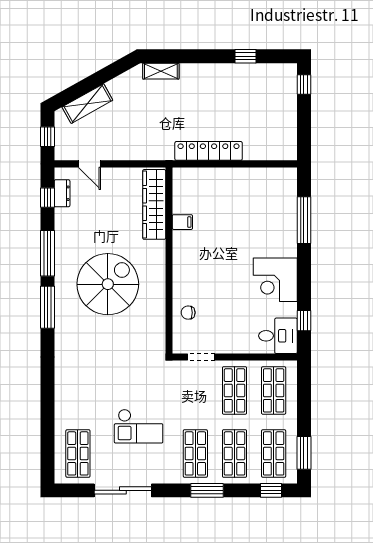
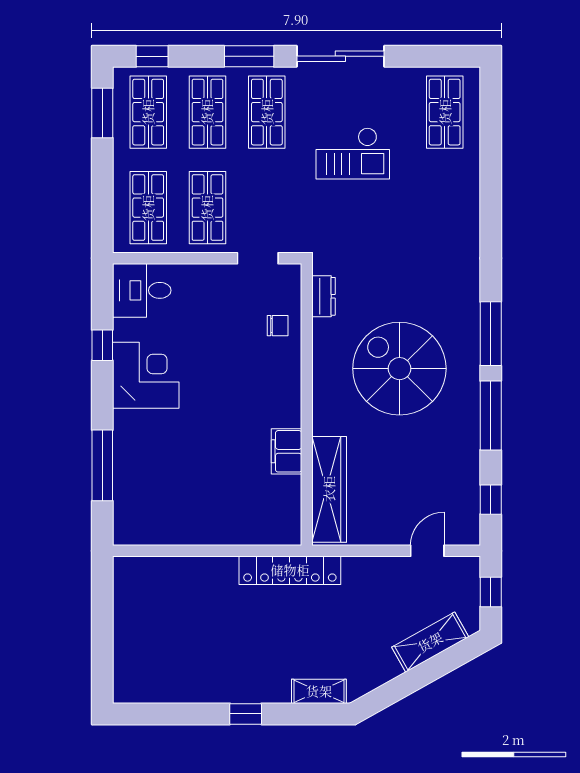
window: (245, 56) -> (246, 714), moved
window: (304, 84) -> (102, 671), removed
locker: (209, 151) -> (290, 570), moved
door: (89, 164) -> (427, 551), hinge flipped
dresser: (62, 193) -> (324, 296), moved, turned 180
filing cabinet: (182, 222) -> (286, 451), width x2.00
spiral stairs: (108, 284) -> (399, 369), turned 90
window: (304, 321) -> (102, 345), moved
checkout: (139, 426) -> (353, 153), turned 180
sliding door: (123, 490) -> (340, 56), moved

